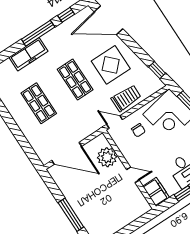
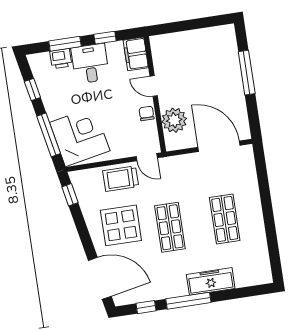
chair: (138, 130) -> (147, 113), moved

